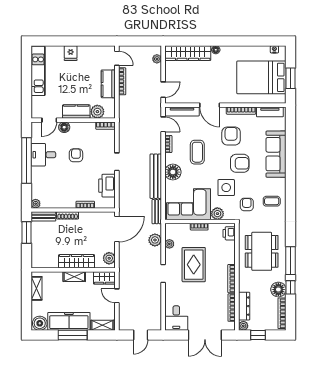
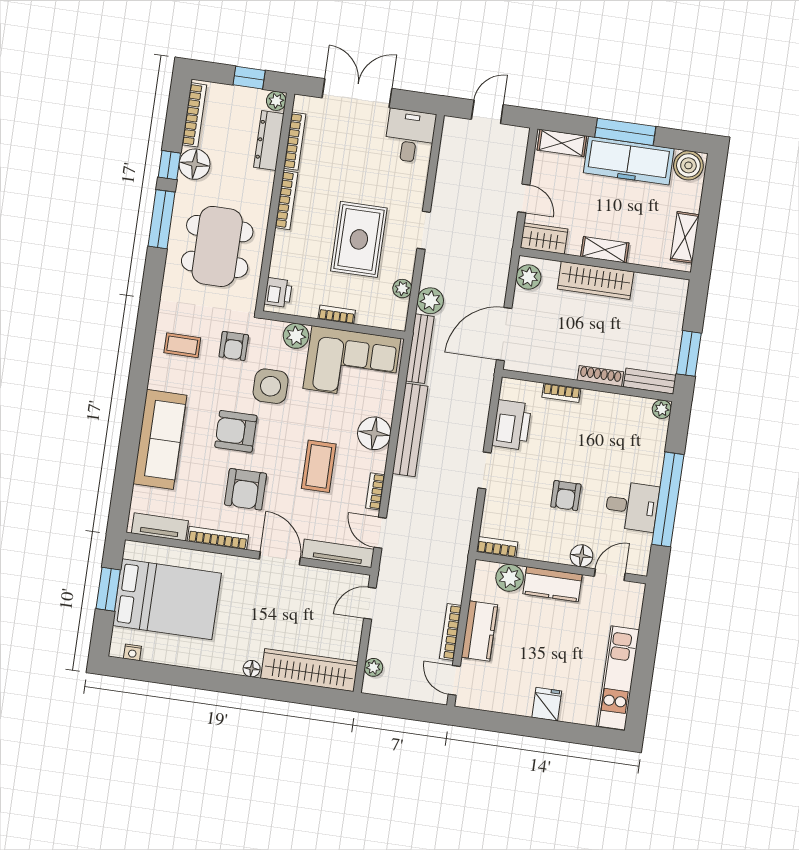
bench: (157, 212) -> (420, 349), width x1.36

